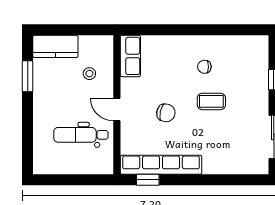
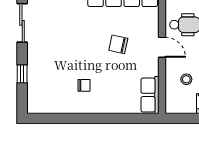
coffee table: (211, 101) -> (78, 54), removed

